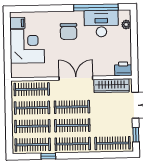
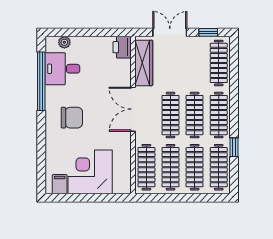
desk: (101, 24) -> (62, 69), width x0.73

